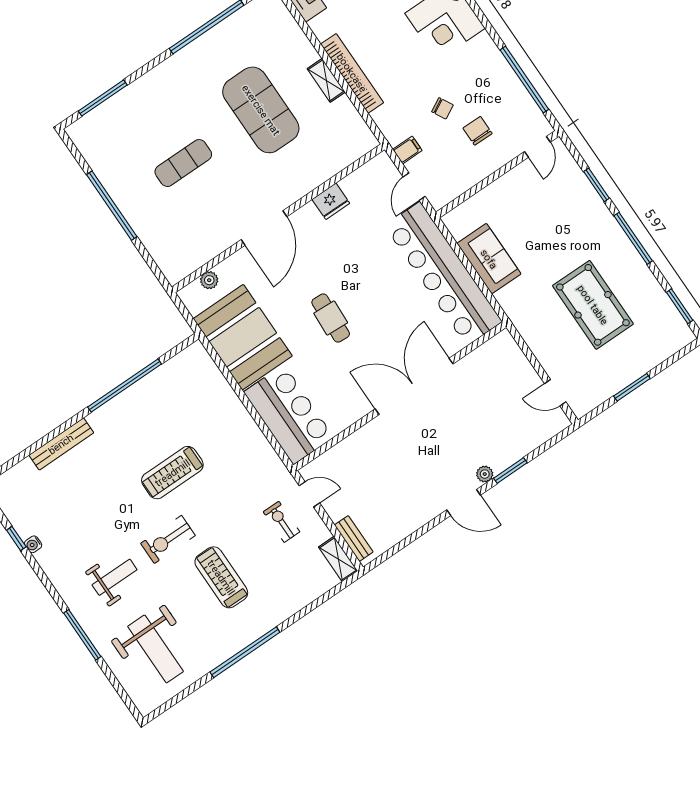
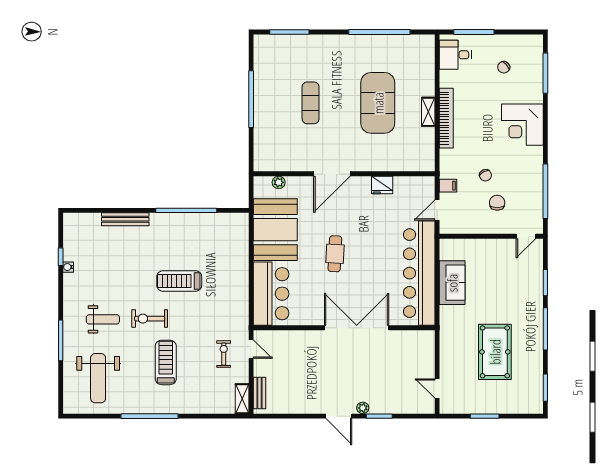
exercise mat: (183, 163) -> (311, 103), turned 90

